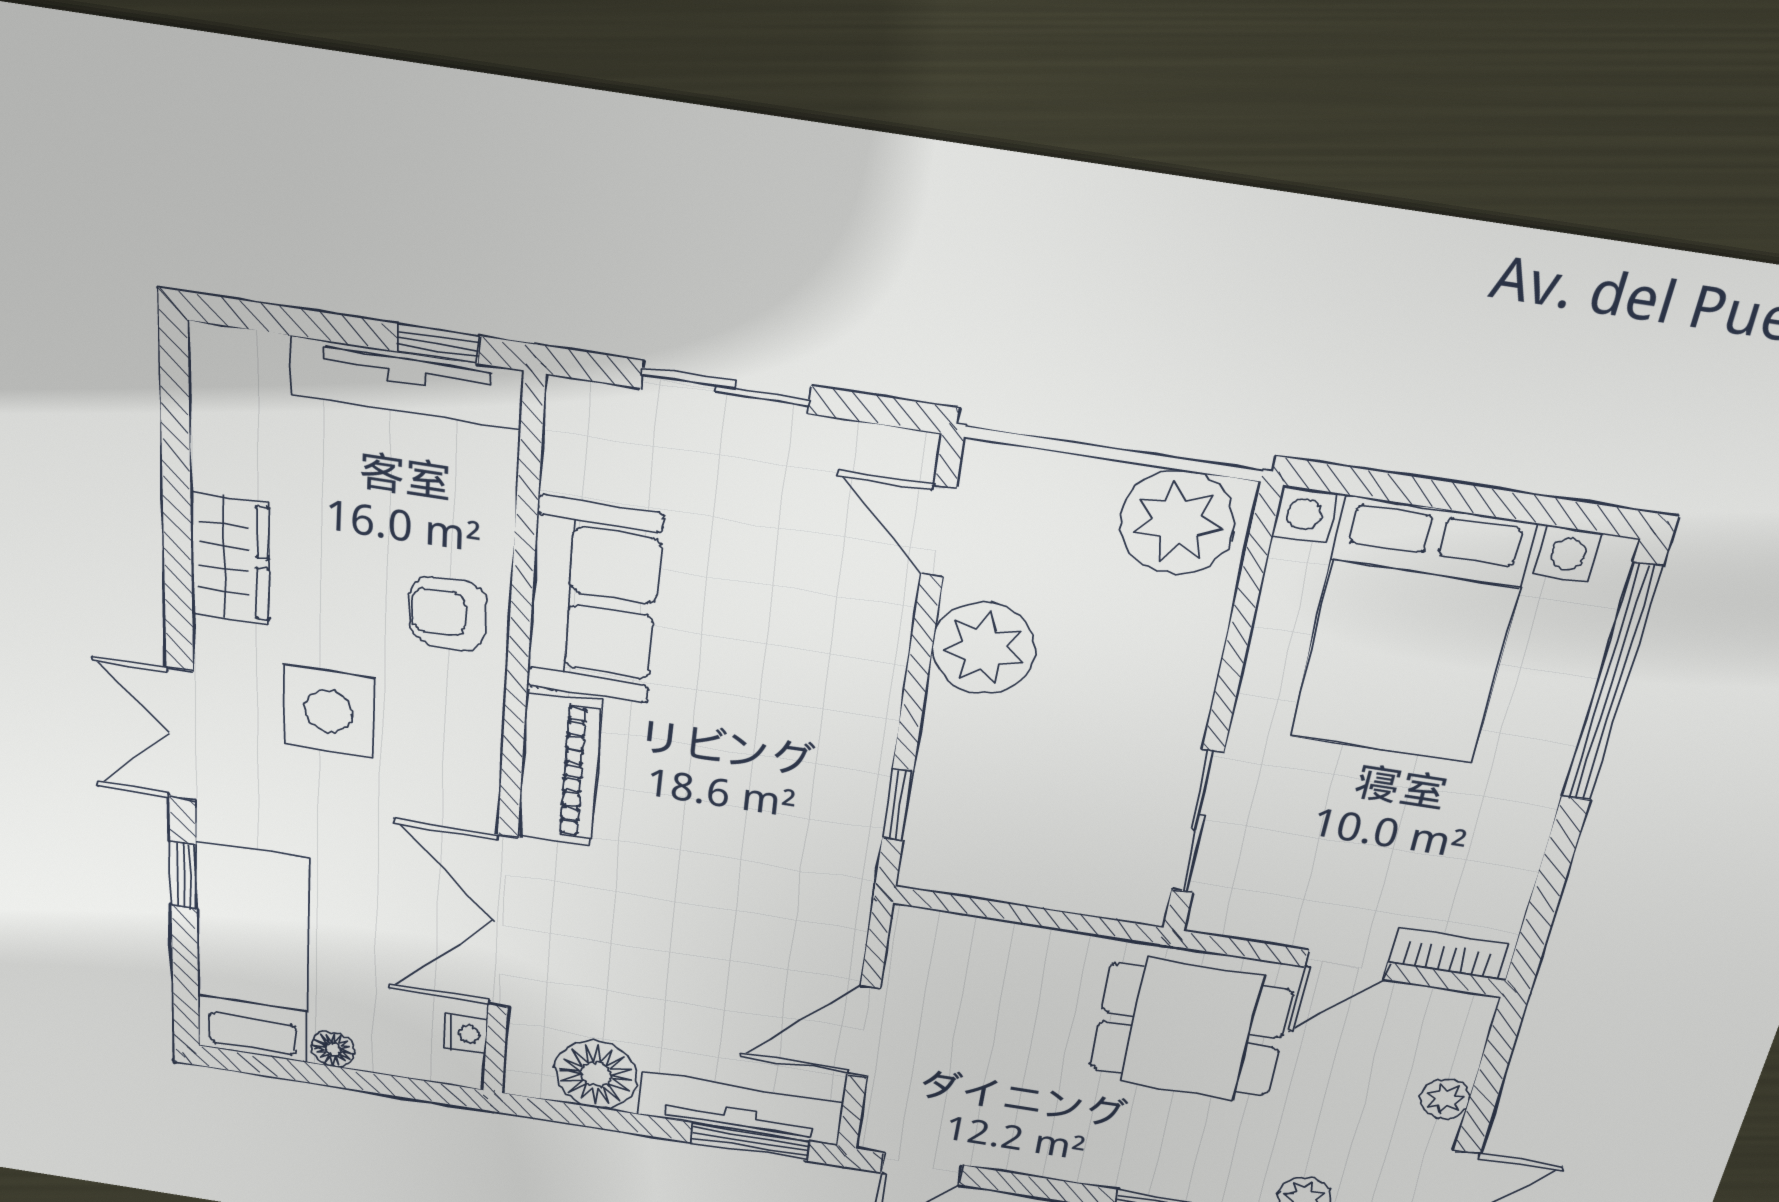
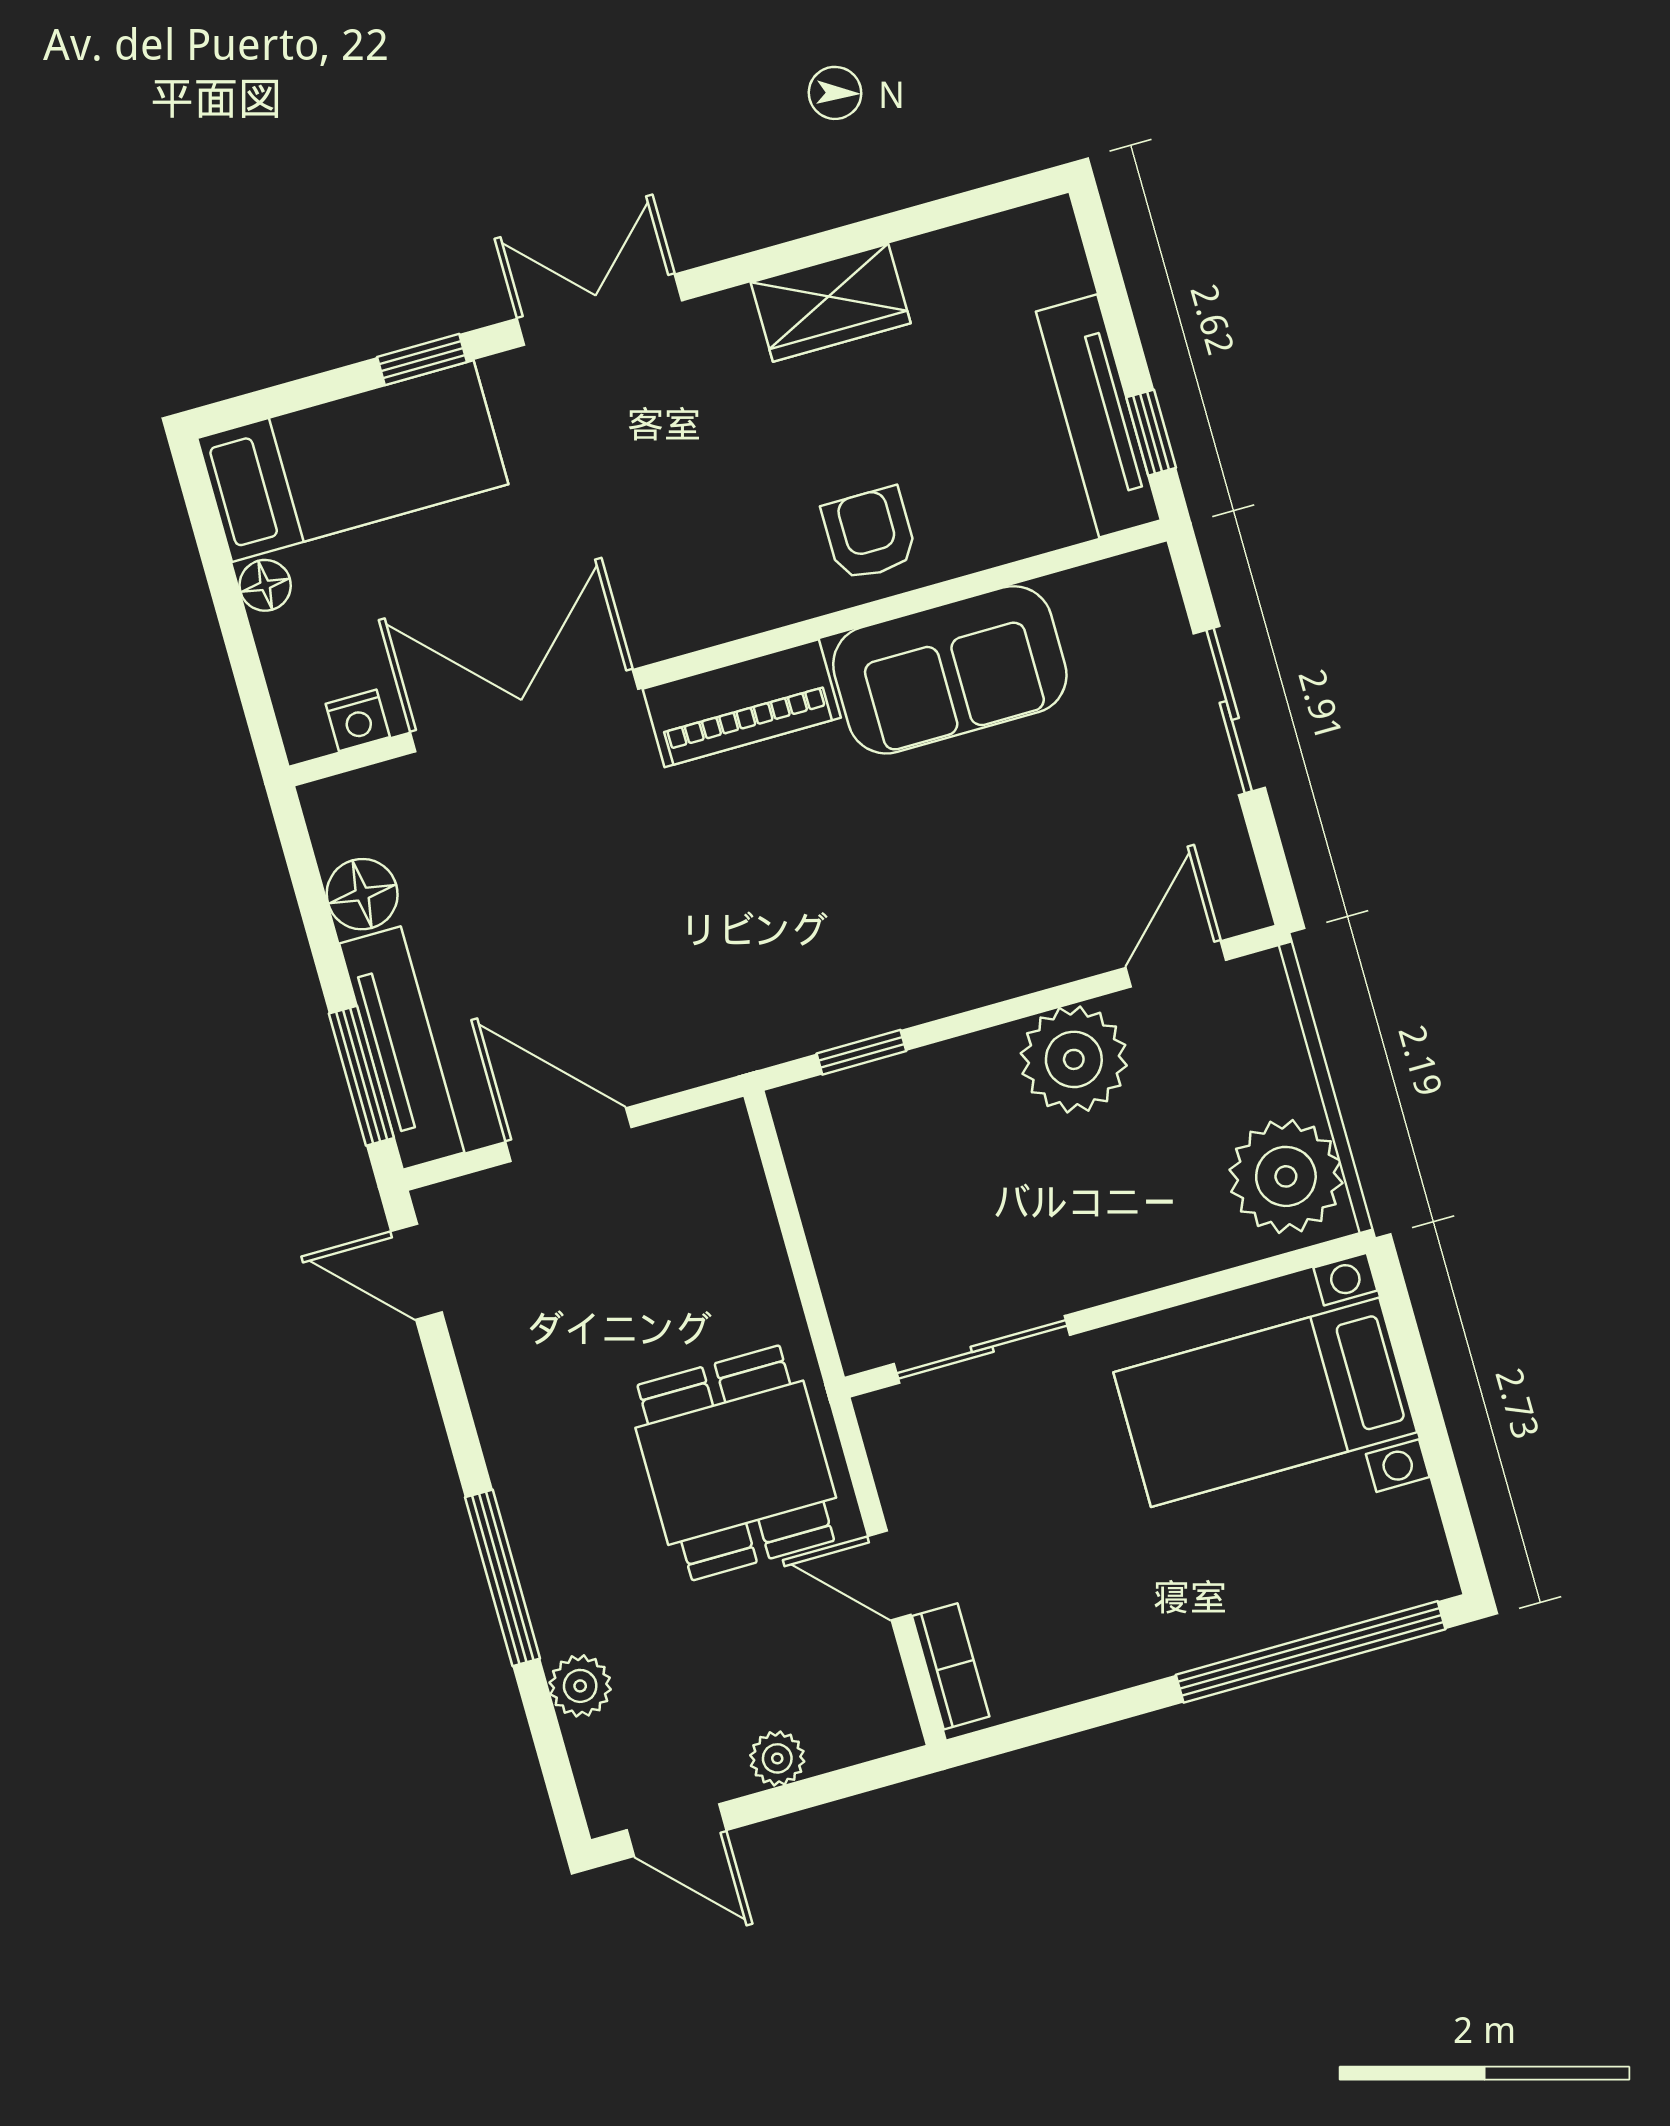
bed with nightstands: (1411, 632) -> (1265, 1402), width x0.73
side table: (329, 711) -> (700, 451), removed
floor lamp: (596, 1075) -> (362, 894), width x0.73, depth x0.73

